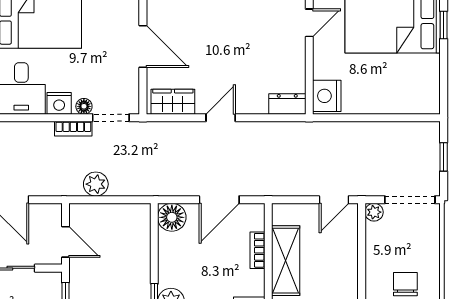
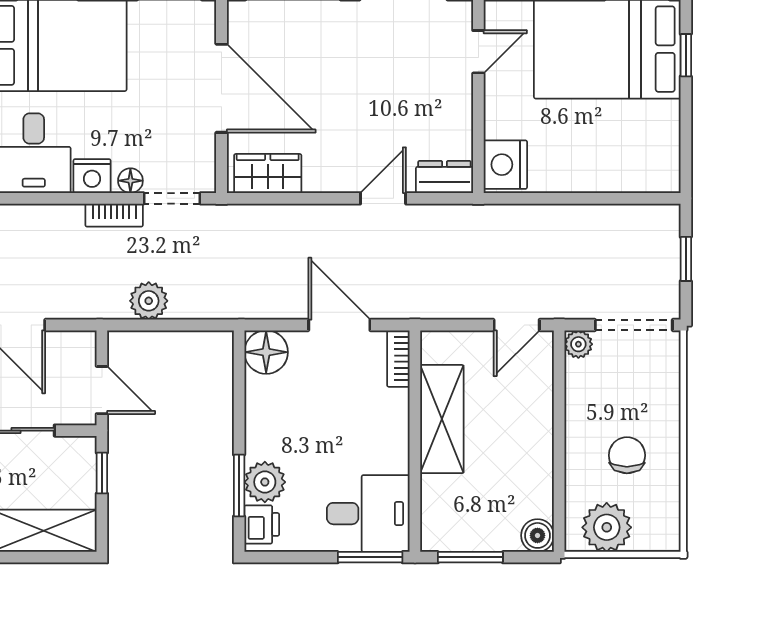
door: (143, 46) -> (221, 88), width x1.36
door: (221, 118) -> (383, 198), moved
door: (219, 200) -> (339, 325), swing flipped
bookcase: (257, 250) -> (398, 359), moved

